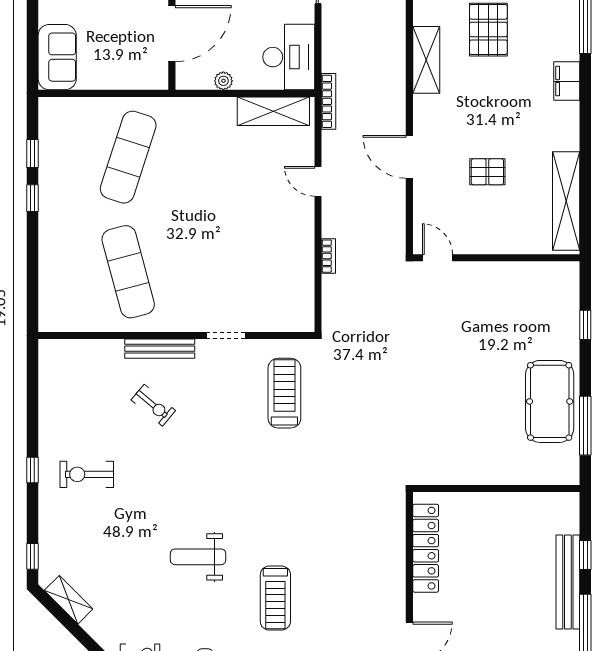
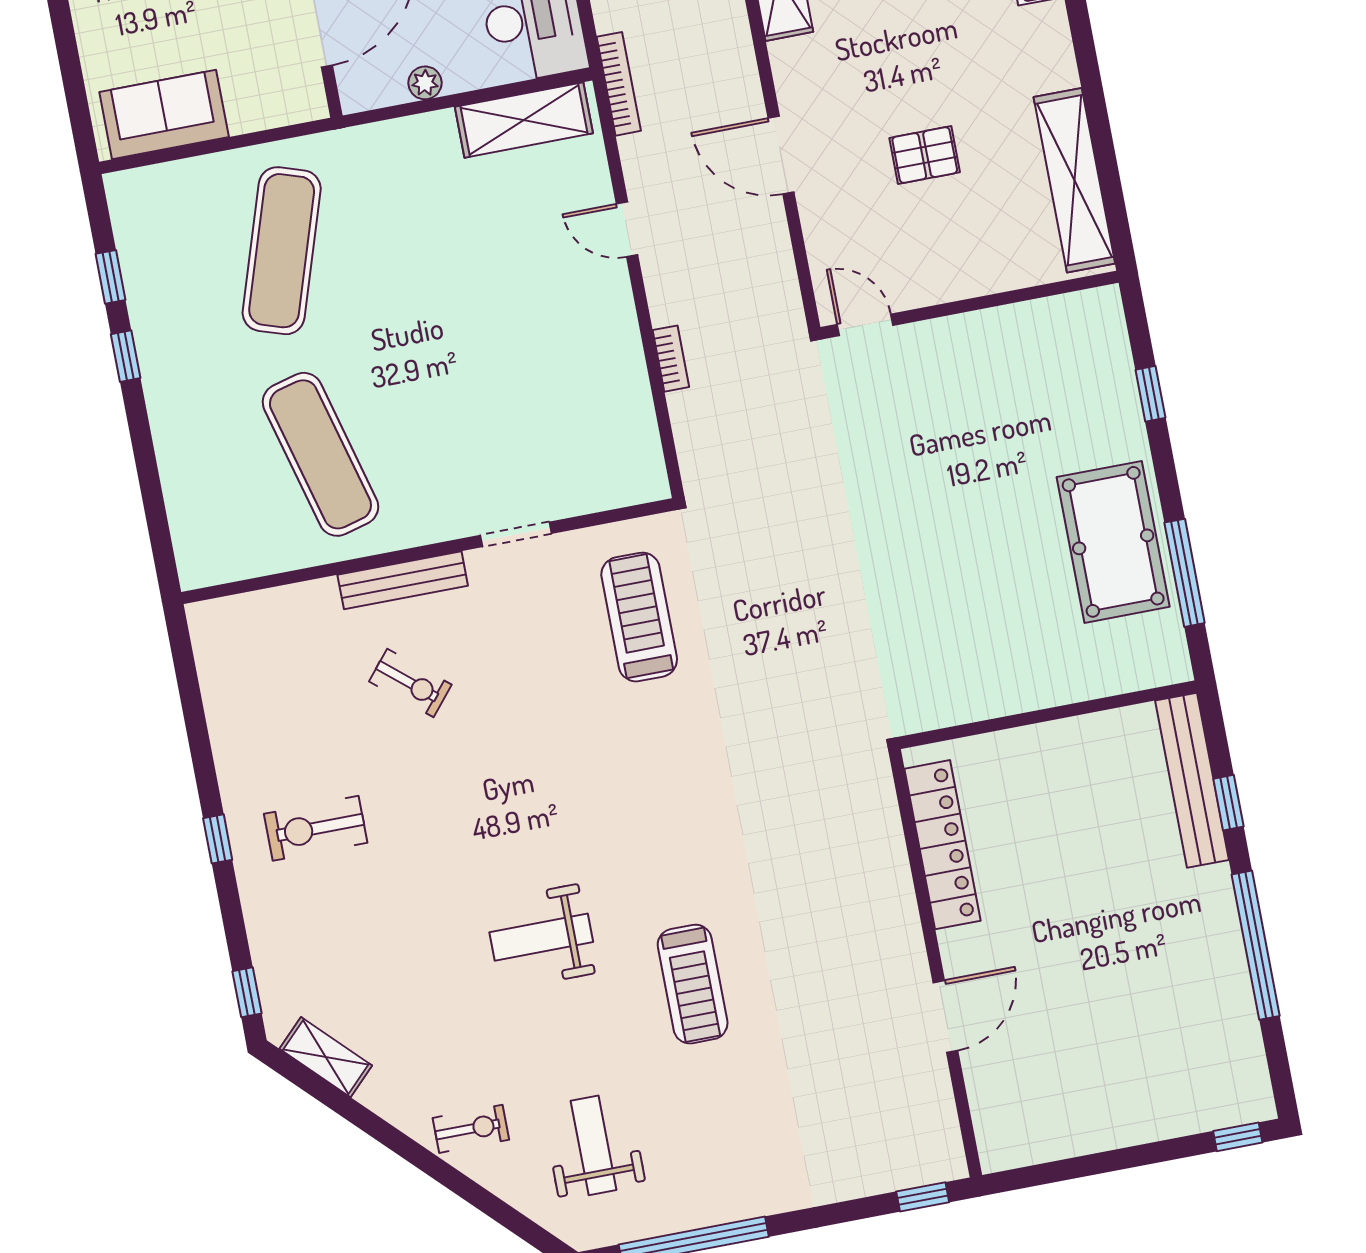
sofa: (57, 57) -> (164, 115), moved, turned -90
bench: (568, 582) -> (1192, 780), moved

